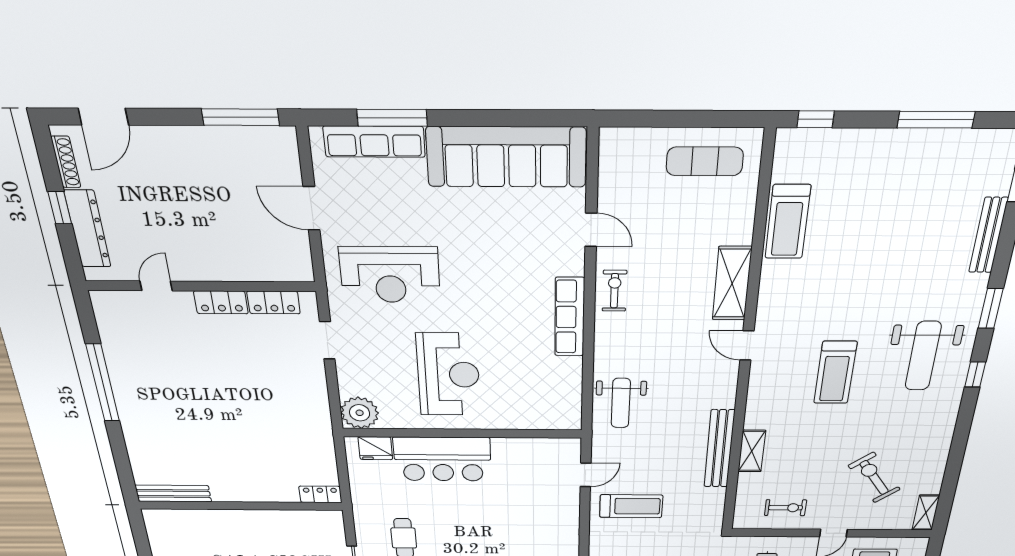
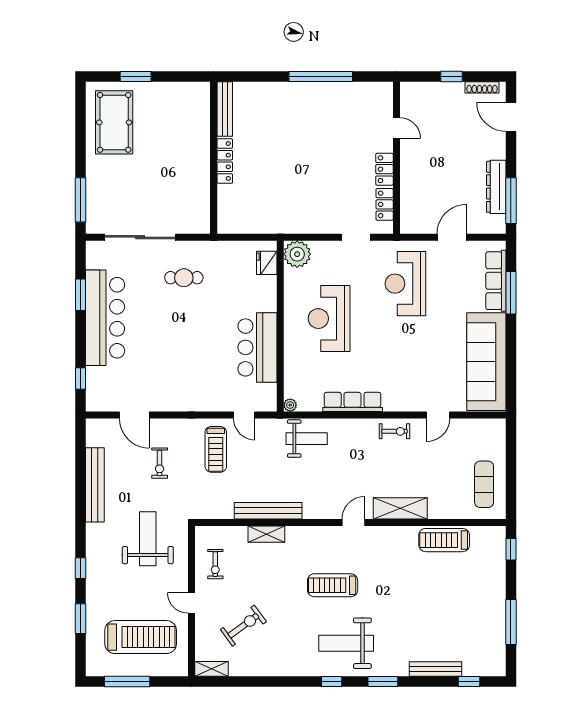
dresser: (88, 229) -> (496, 187), moved, turned 90
row of seats: (570, 317) -> (353, 402), moved
reception desk: (448, 375) -> (329, 319), turned 90
weight bench: (621, 403) -> (307, 439), turned 180
plant: (573, 422) -> (290, 405), added
bar counter: (442, 459) -> (257, 347), moved
locker: (320, 494) -> (225, 161), moved, width x1.53

